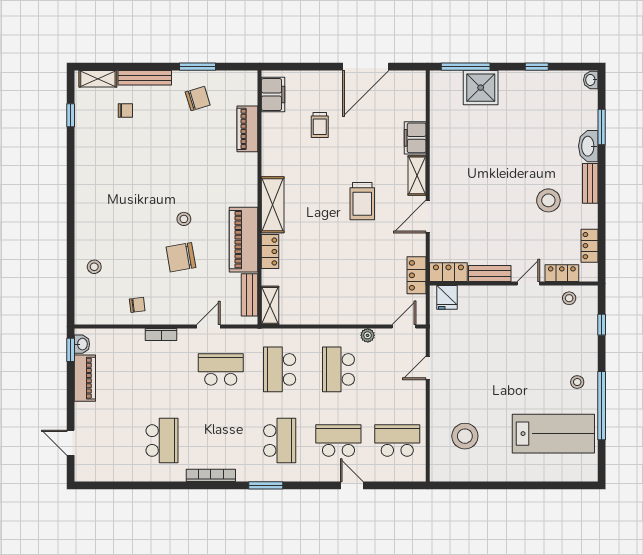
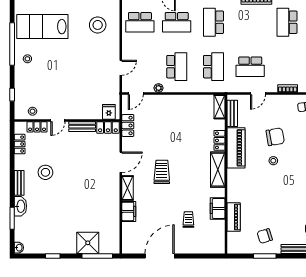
filing cabinet: (273, 94) -> (218, 208), moved

